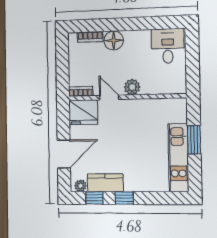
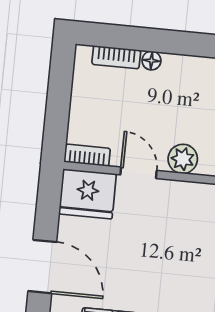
floor lamp: (114, 40) -> (151, 61), width x0.53, depth x0.53
door: (64, 154) -> (42, 267), hinge flipped

